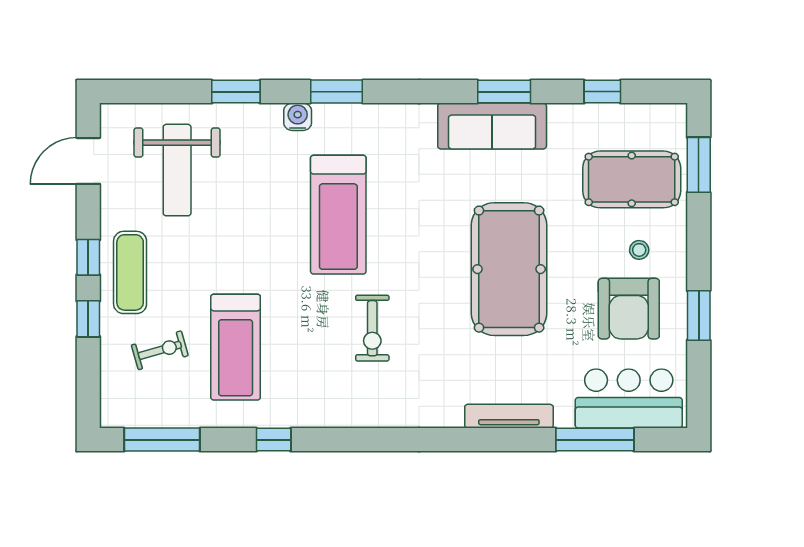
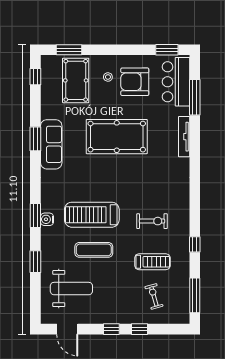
window: (602, 92) -> (35, 77), moved
water cooler: (298, 117) -> (47, 219), moved
treadmill: (338, 215) -> (92, 215), turned 180
exercise mat: (130, 272) -> (94, 250), moved
armchair: (629, 309) -> (135, 82), turned 180
window: (699, 315) -> (167, 50), moved
exercise bike: (372, 328) -> (152, 221), moved
treadmill: (236, 347) -> (152, 262), width x0.73, depth x0.73

